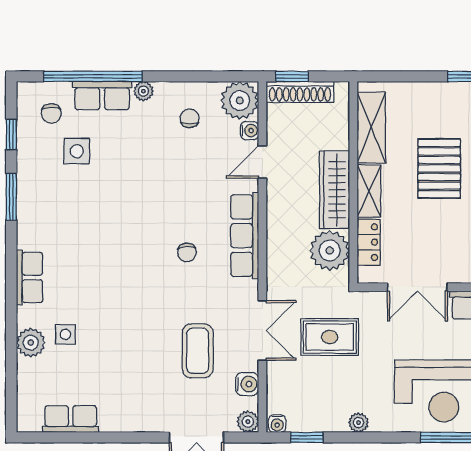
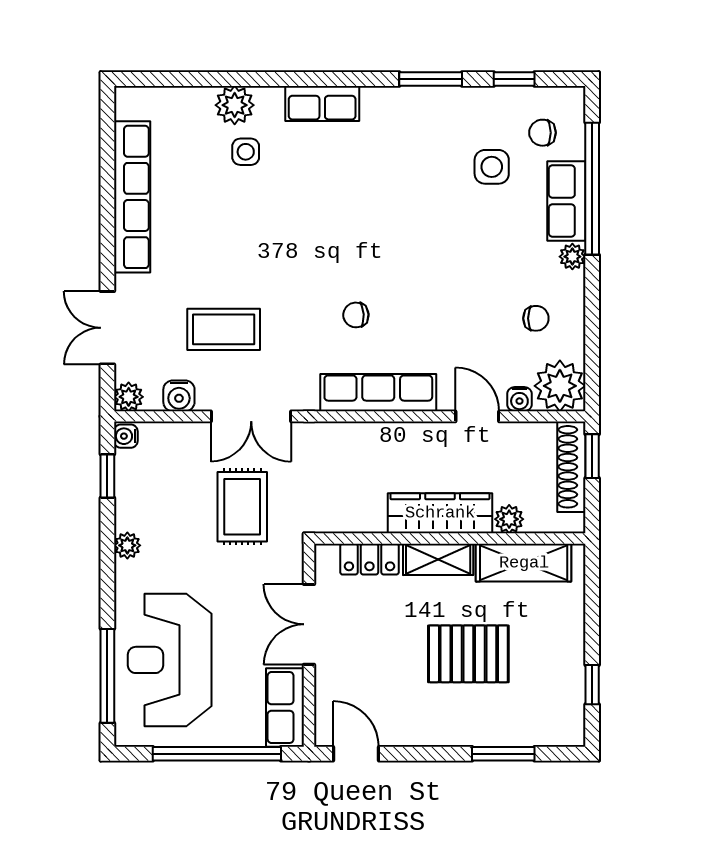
plant: (330, 250) -> (509, 519), moved, width x0.53, depth x0.53
row of seats: (71, 419) -> (132, 197), width x2.02

